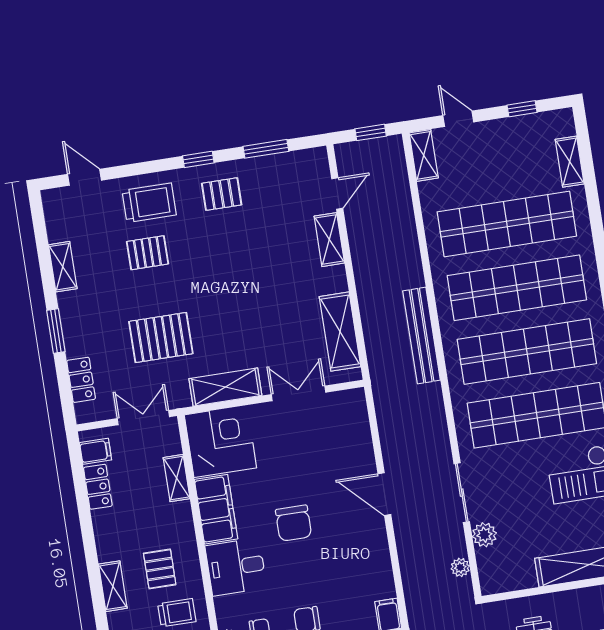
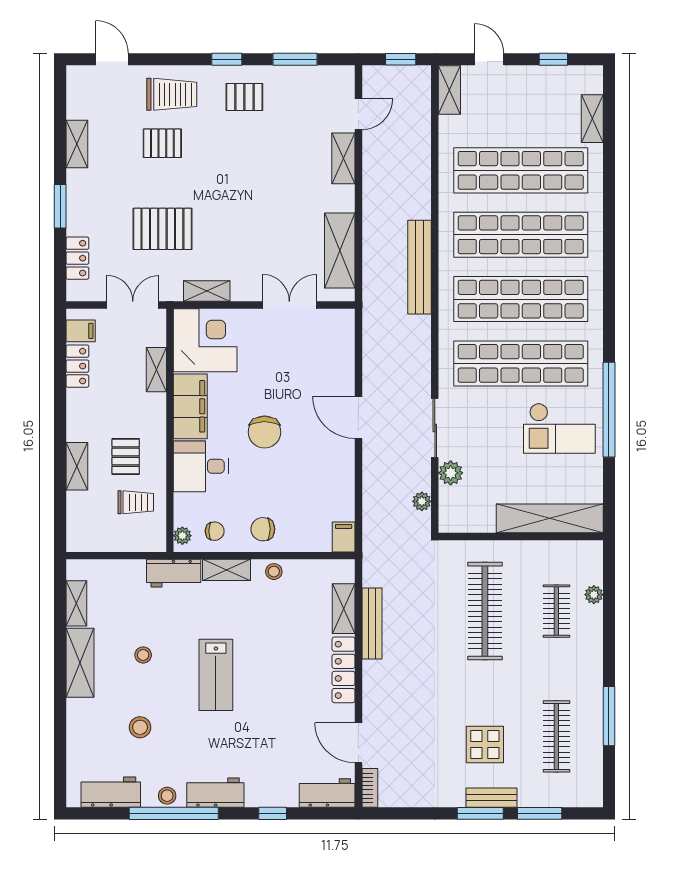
shelving: (225, 387) -> (207, 291), width x0.67, depth x0.75

